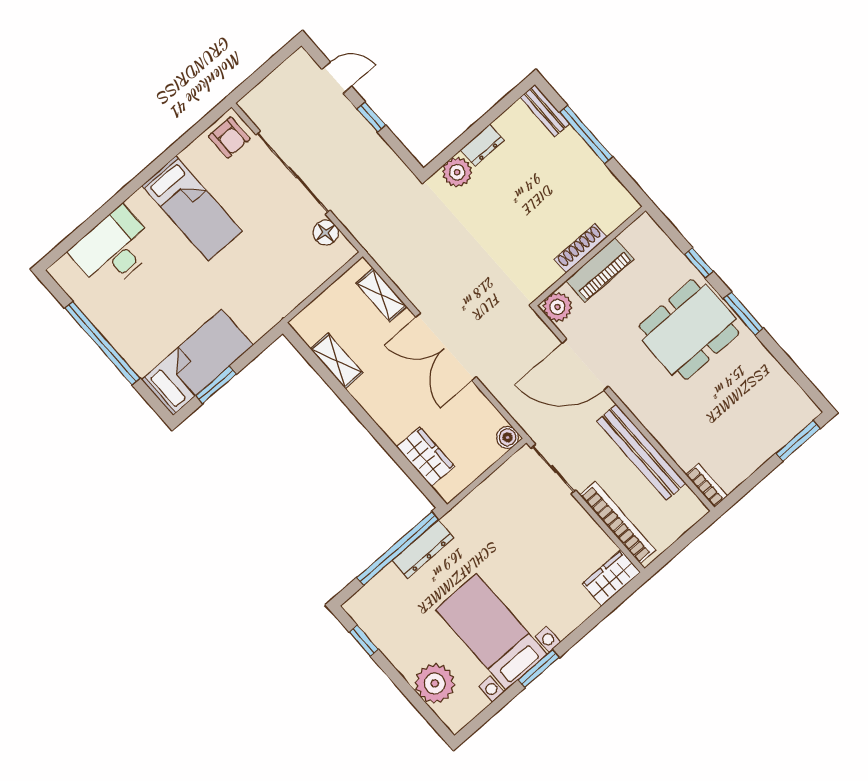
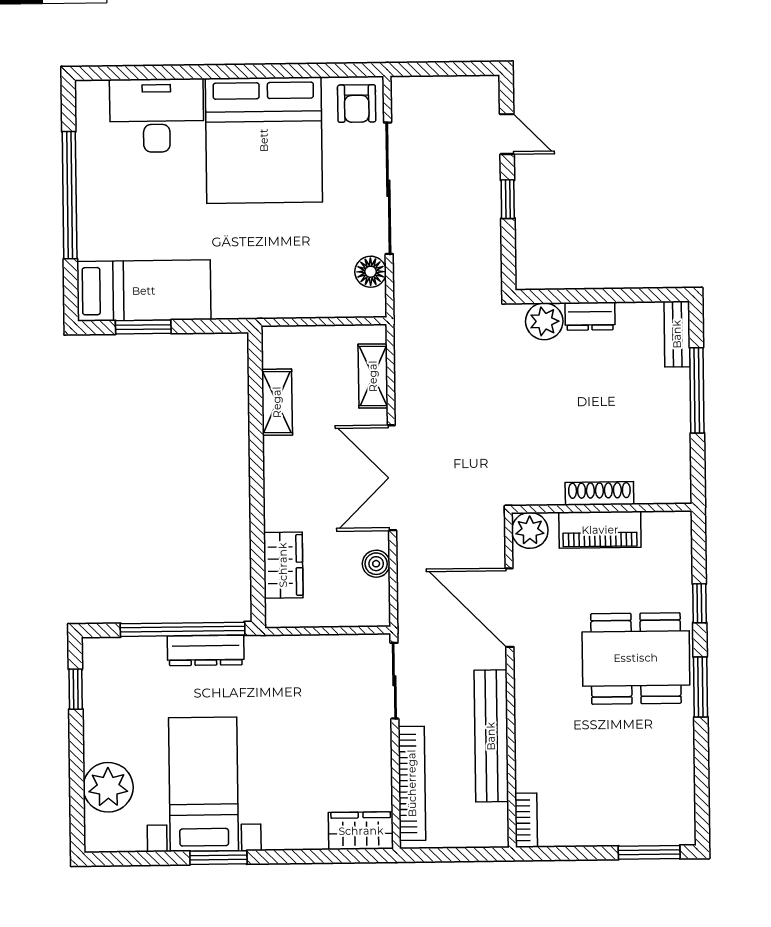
bed: (192, 208) -> (264, 140), width x2.04
boiler: (508, 437) -> (376, 564), moved

